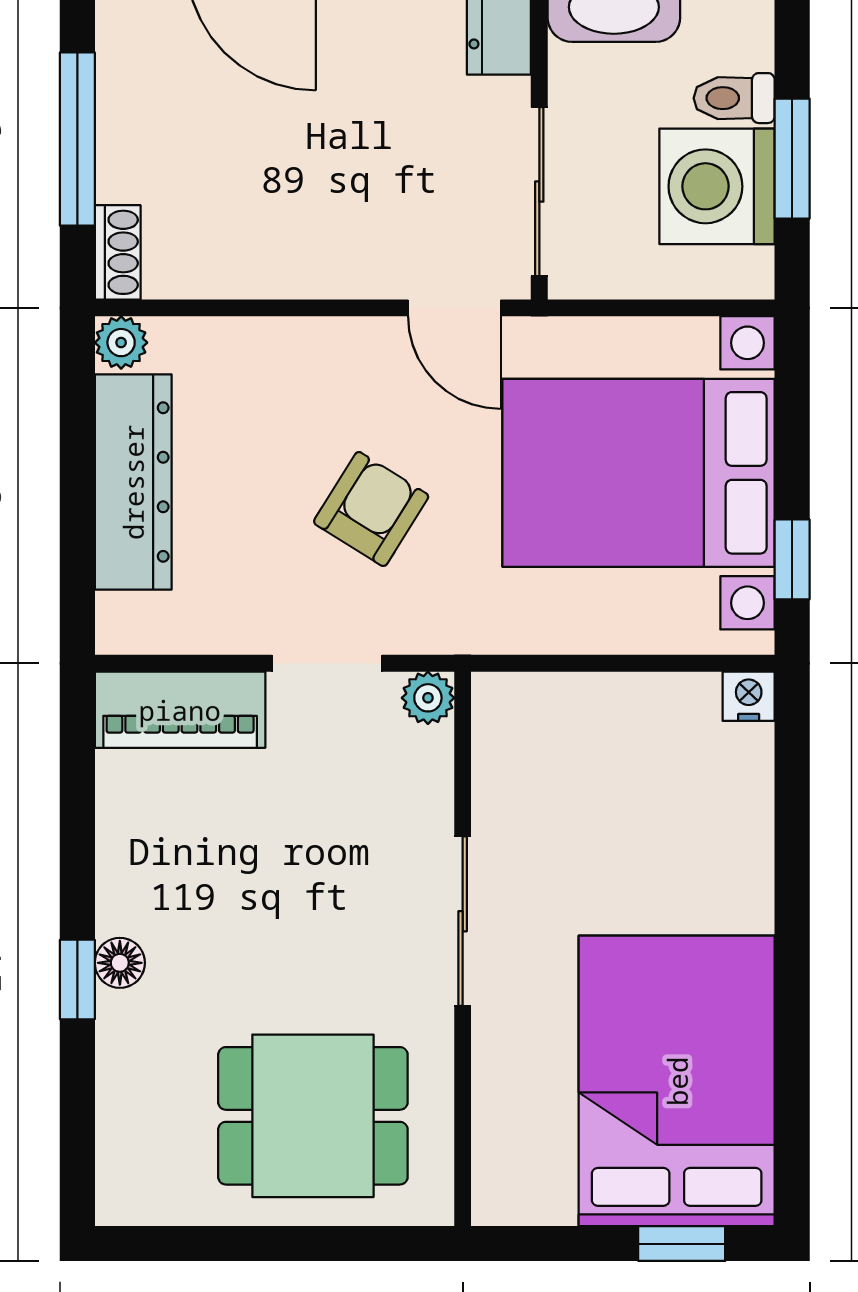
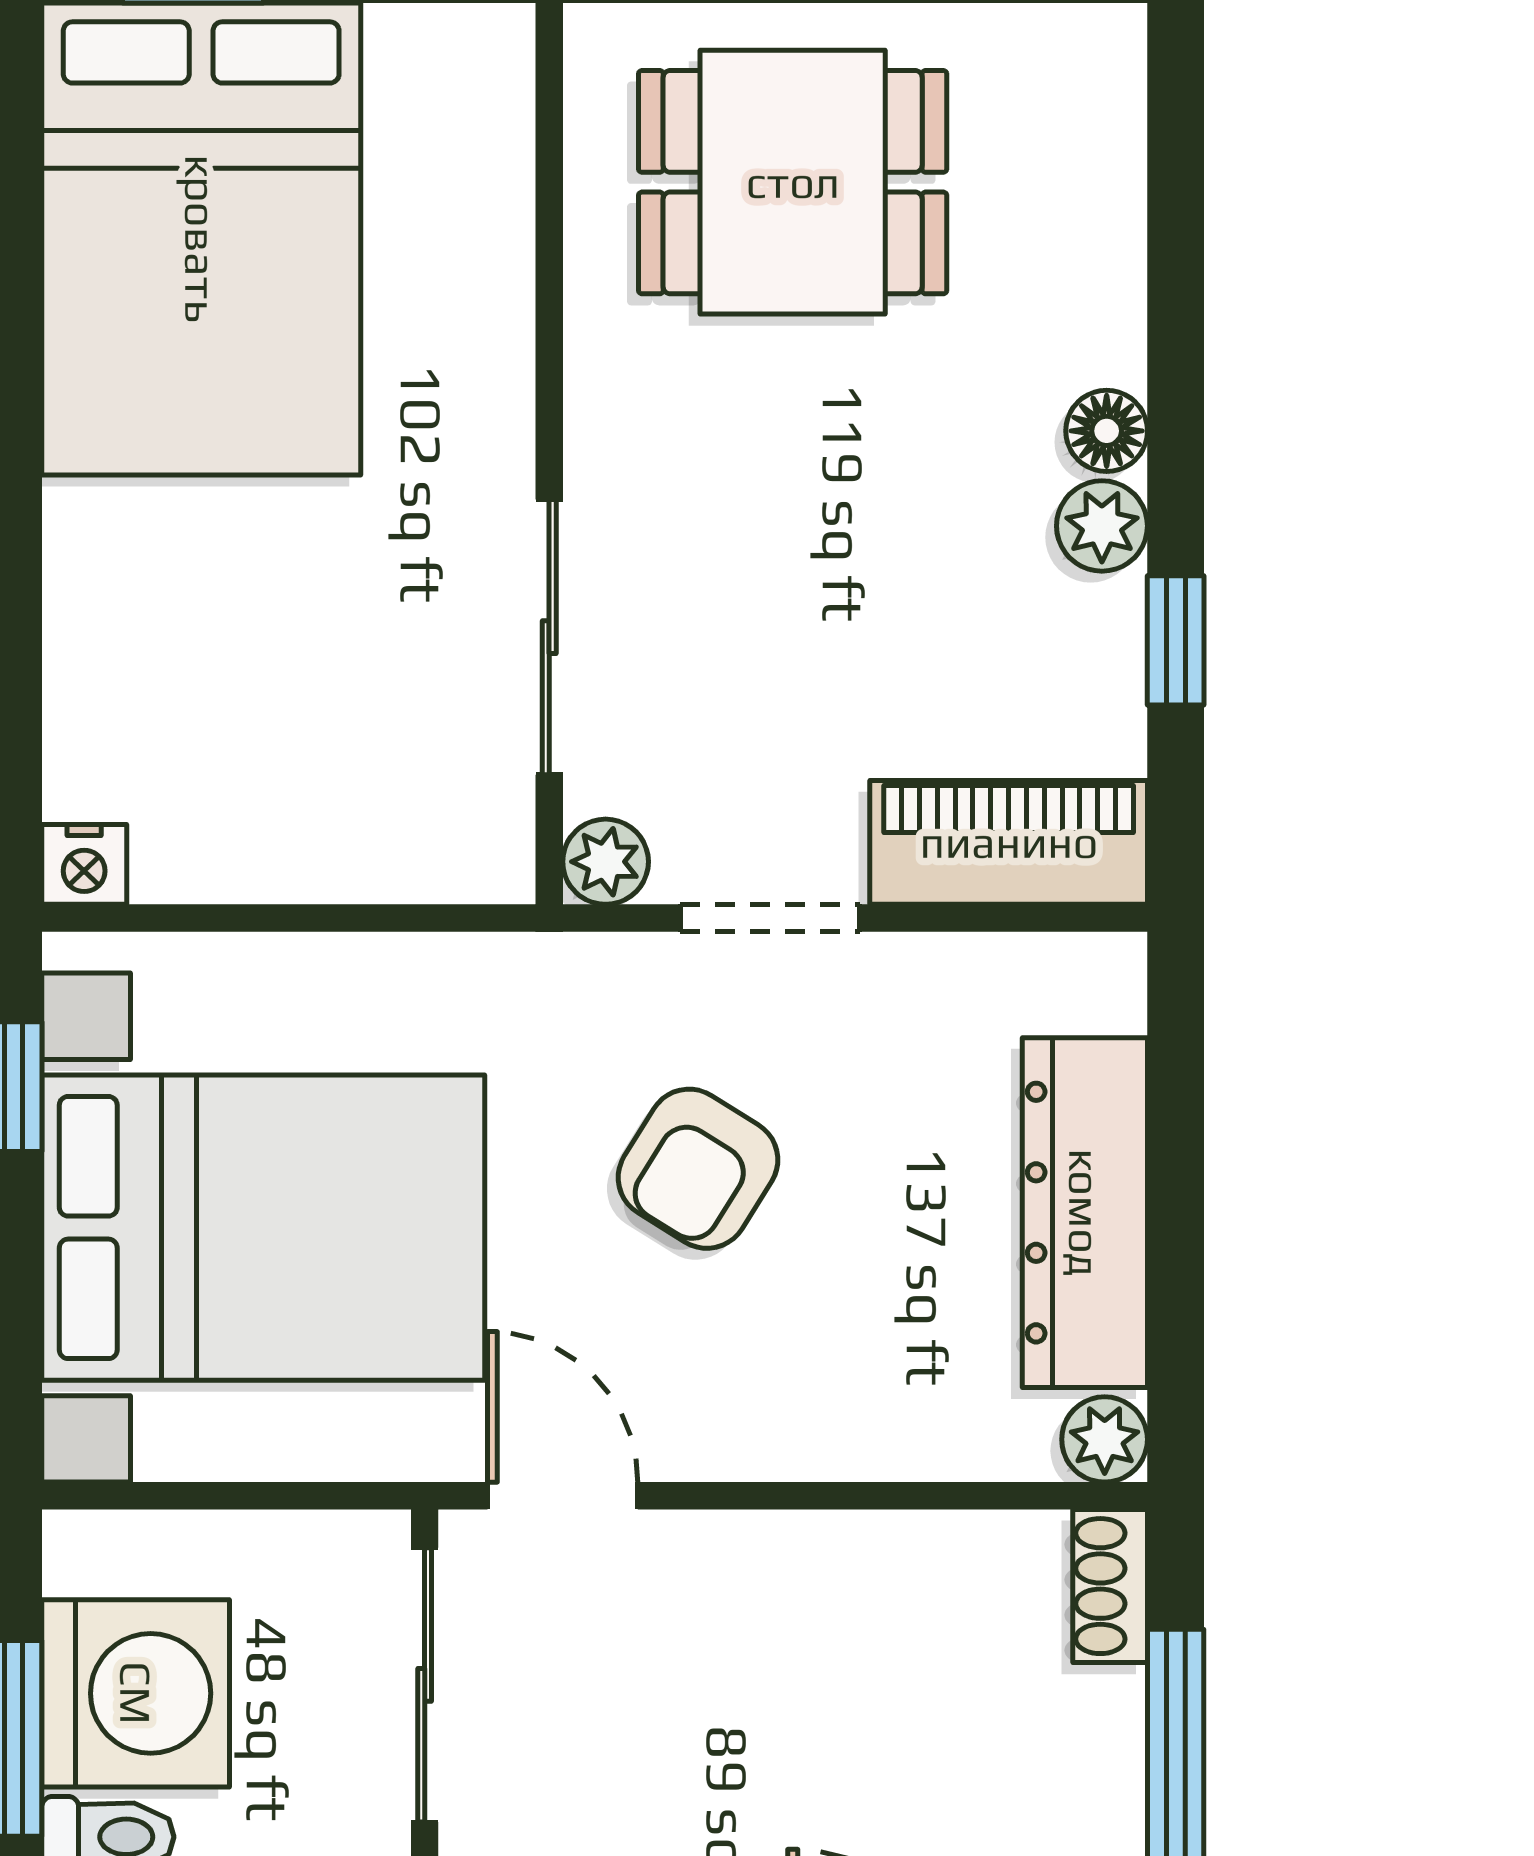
plant: (123, 904) -> (1102, 526), added
sliding door: (463, 921) -> (549, 637), moved
window: (77, 980) -> (1176, 640), moved

